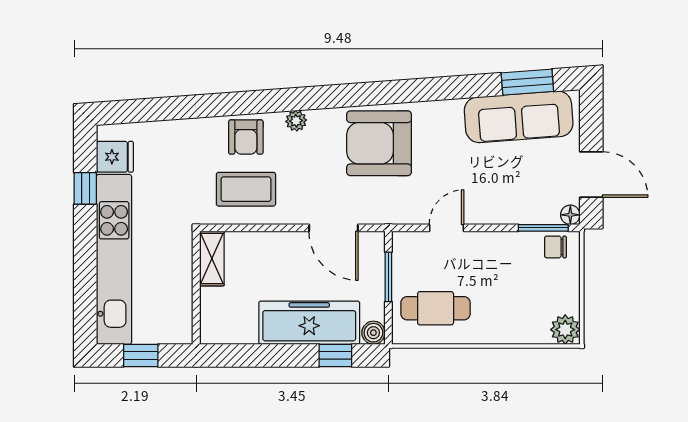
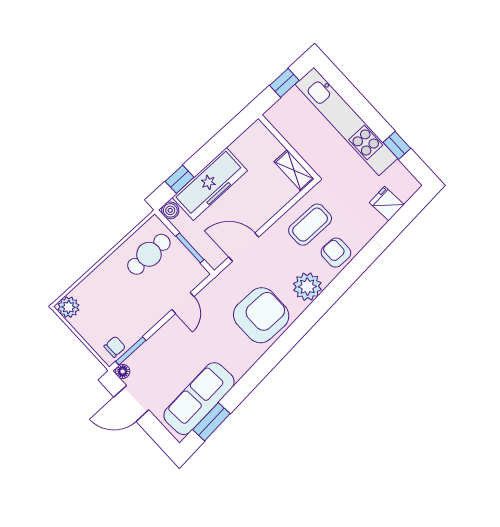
plant: (296, 121) -> (307, 287), width x1.87, depth x1.87
fridge: (115, 157) -> (387, 204), moved, turned 86

